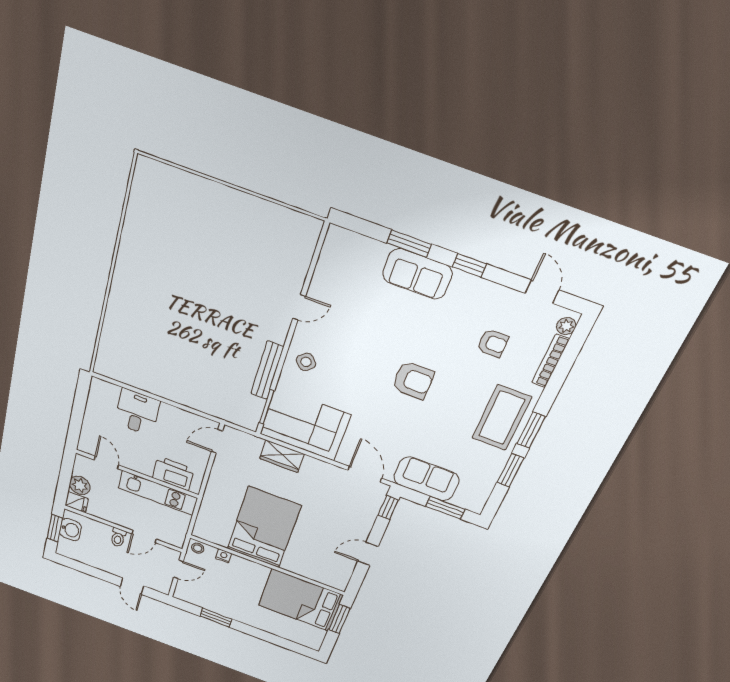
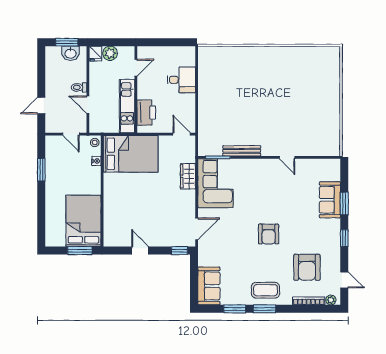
sofa: (417, 274) -> (330, 200), moved
door: (542, 292) -> (344, 280), hinge flipped
armchair: (493, 343) -> (307, 267), width x1.88, depth x1.88
side table: (306, 362) -> (256, 171), removed
coffee table: (502, 418) -> (265, 290), width x0.73, depth x0.76
sofa: (426, 479) -> (209, 286), moved
window: (445, 508) -> (194, 283), removed
bed: (264, 528) -> (131, 154), moved

